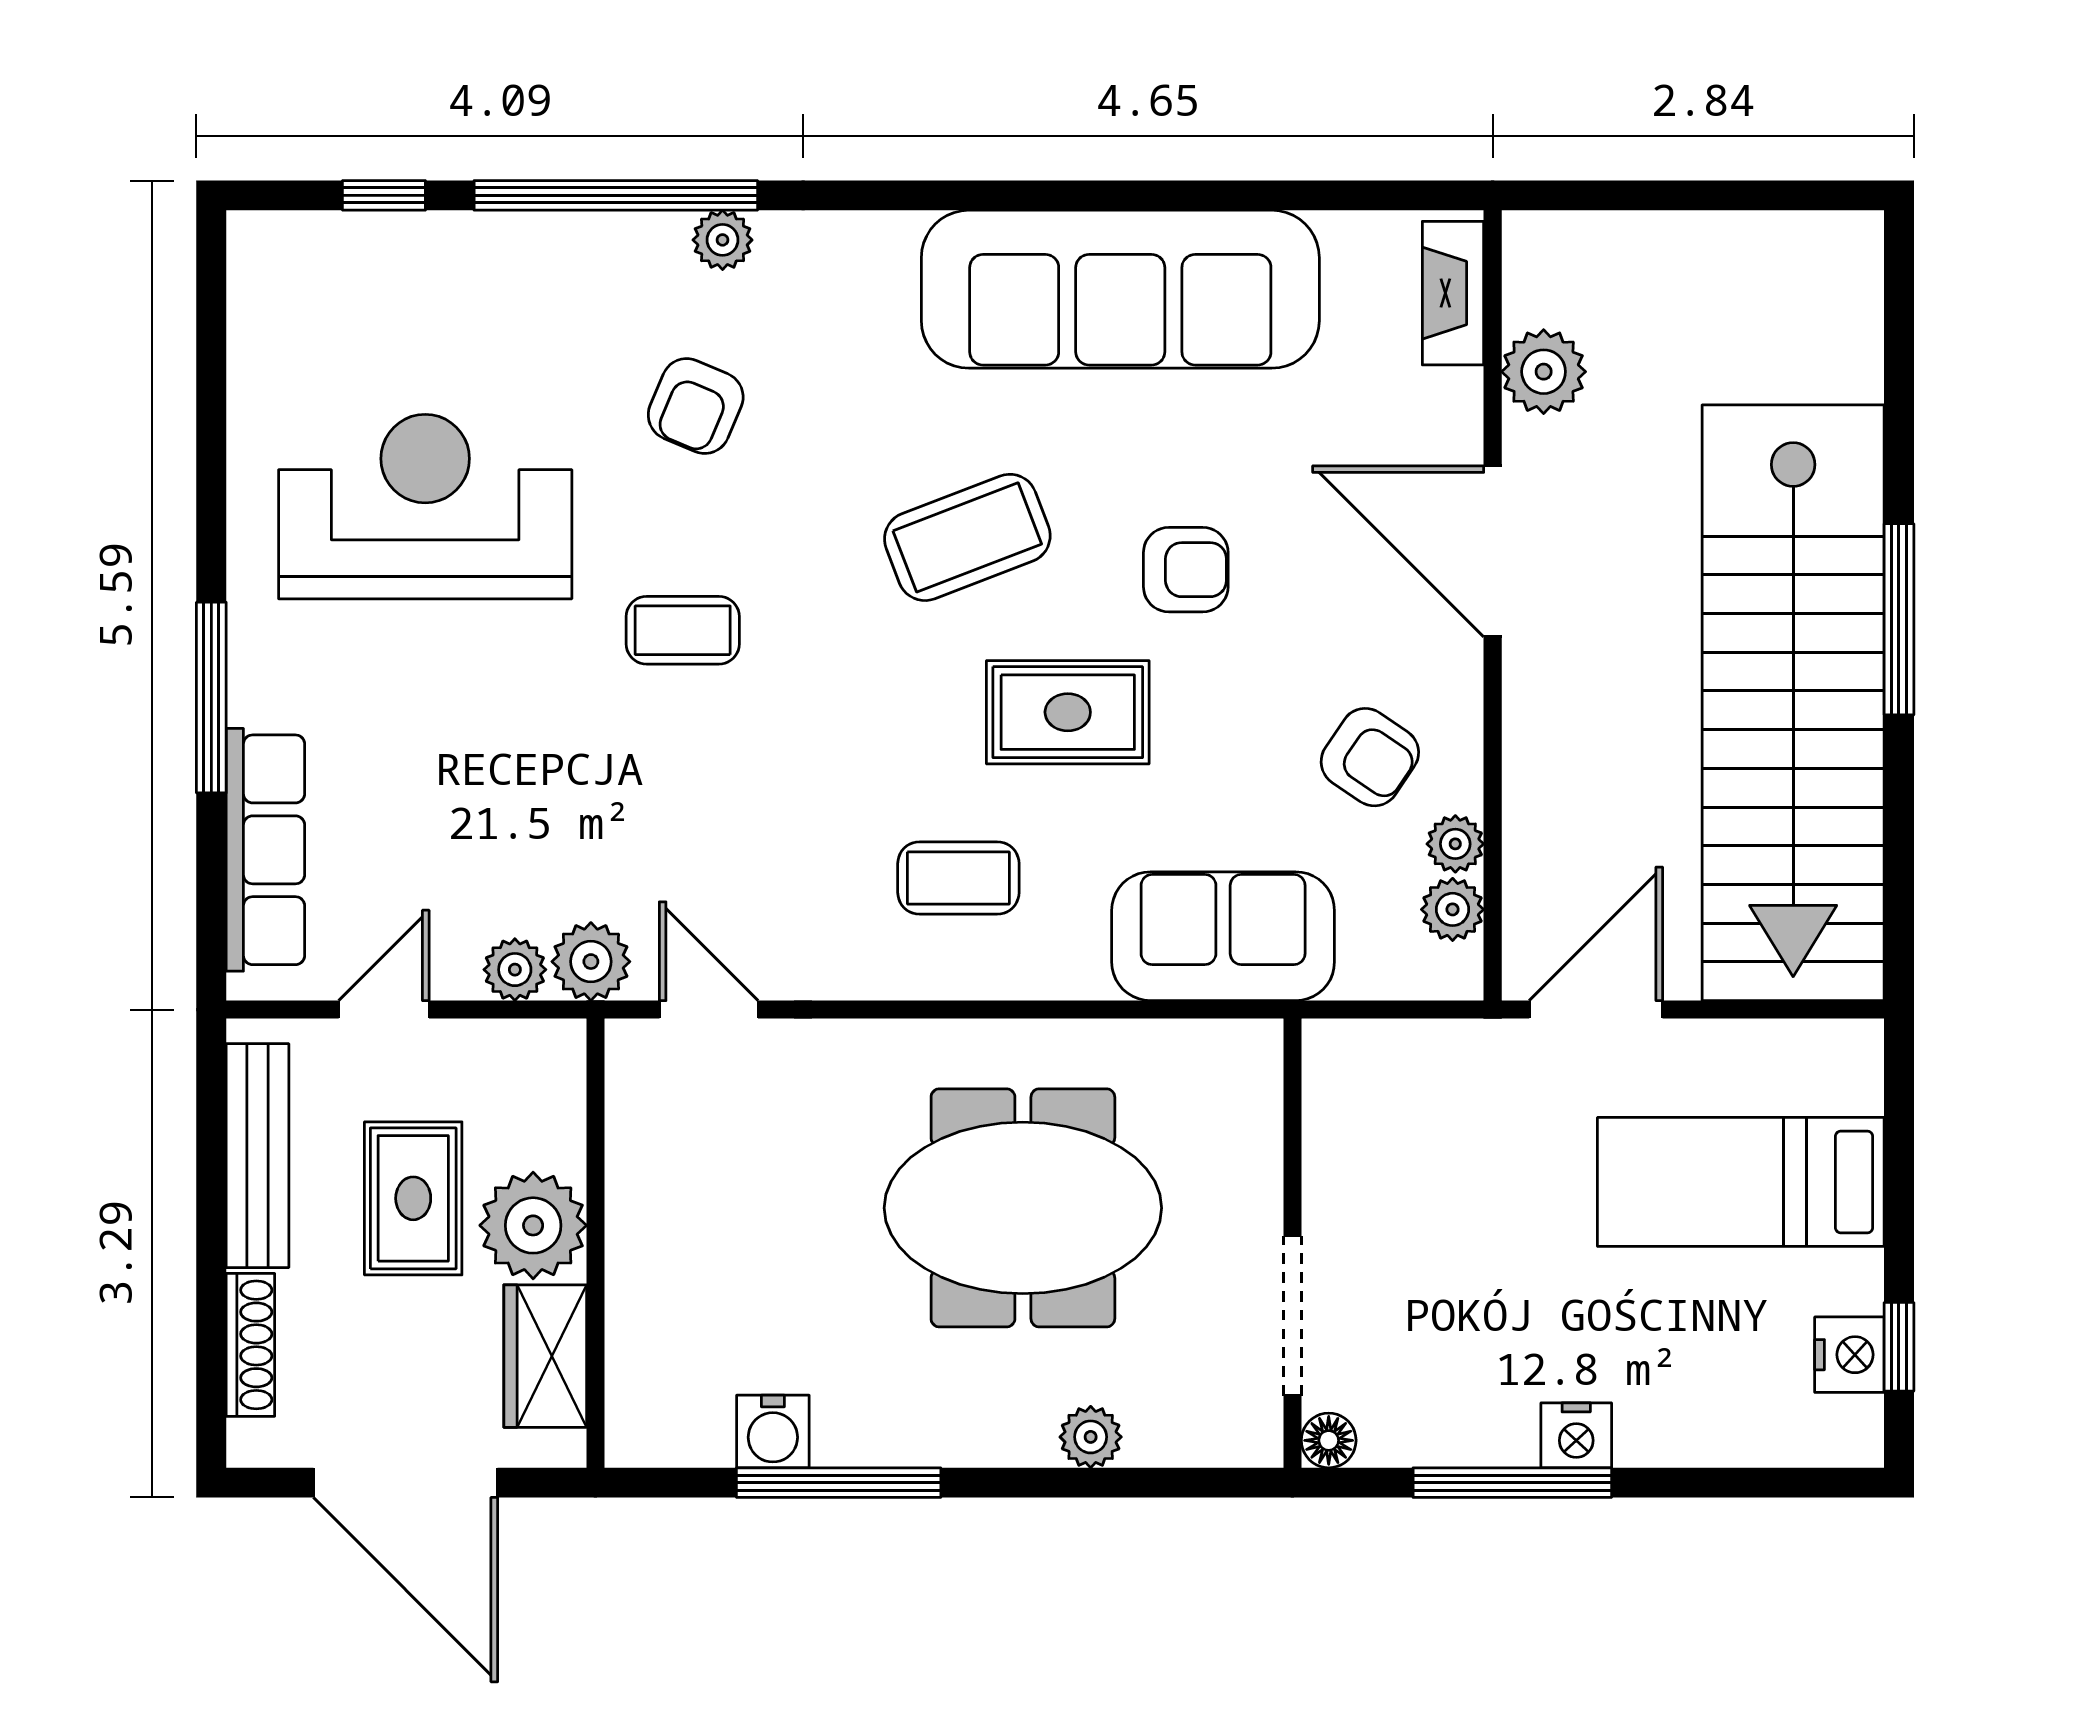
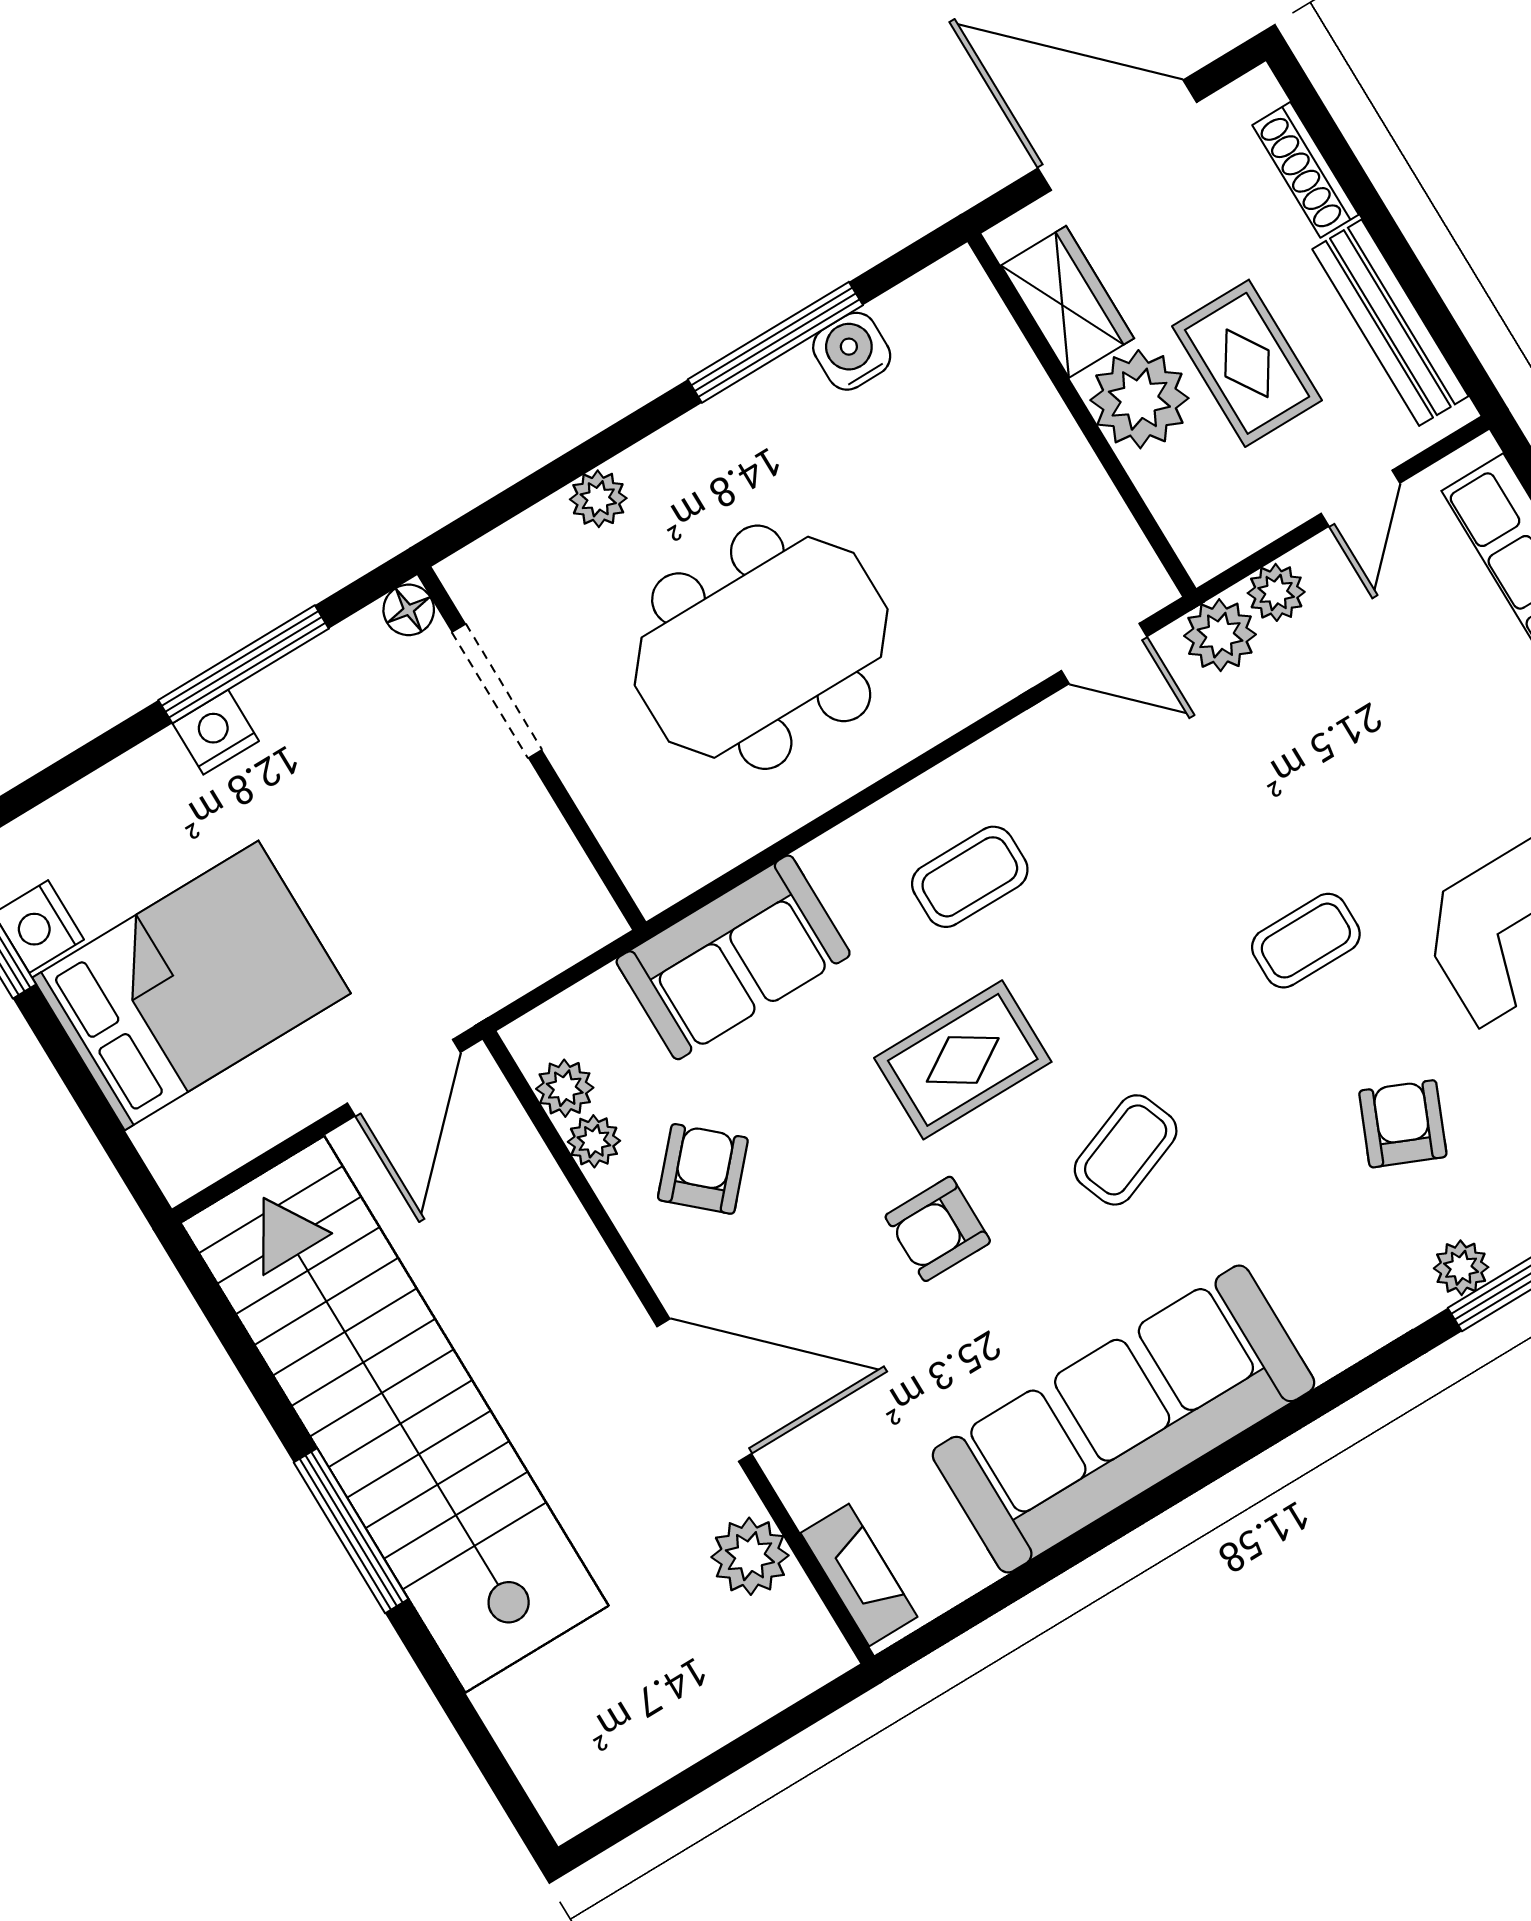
coffee table: (967, 537) -> (1126, 1150), width x0.73, depth x0.77
armchair: (1370, 757) -> (703, 1169), turned 98
bed: (1741, 1182) -> (191, 985), width x1.50

